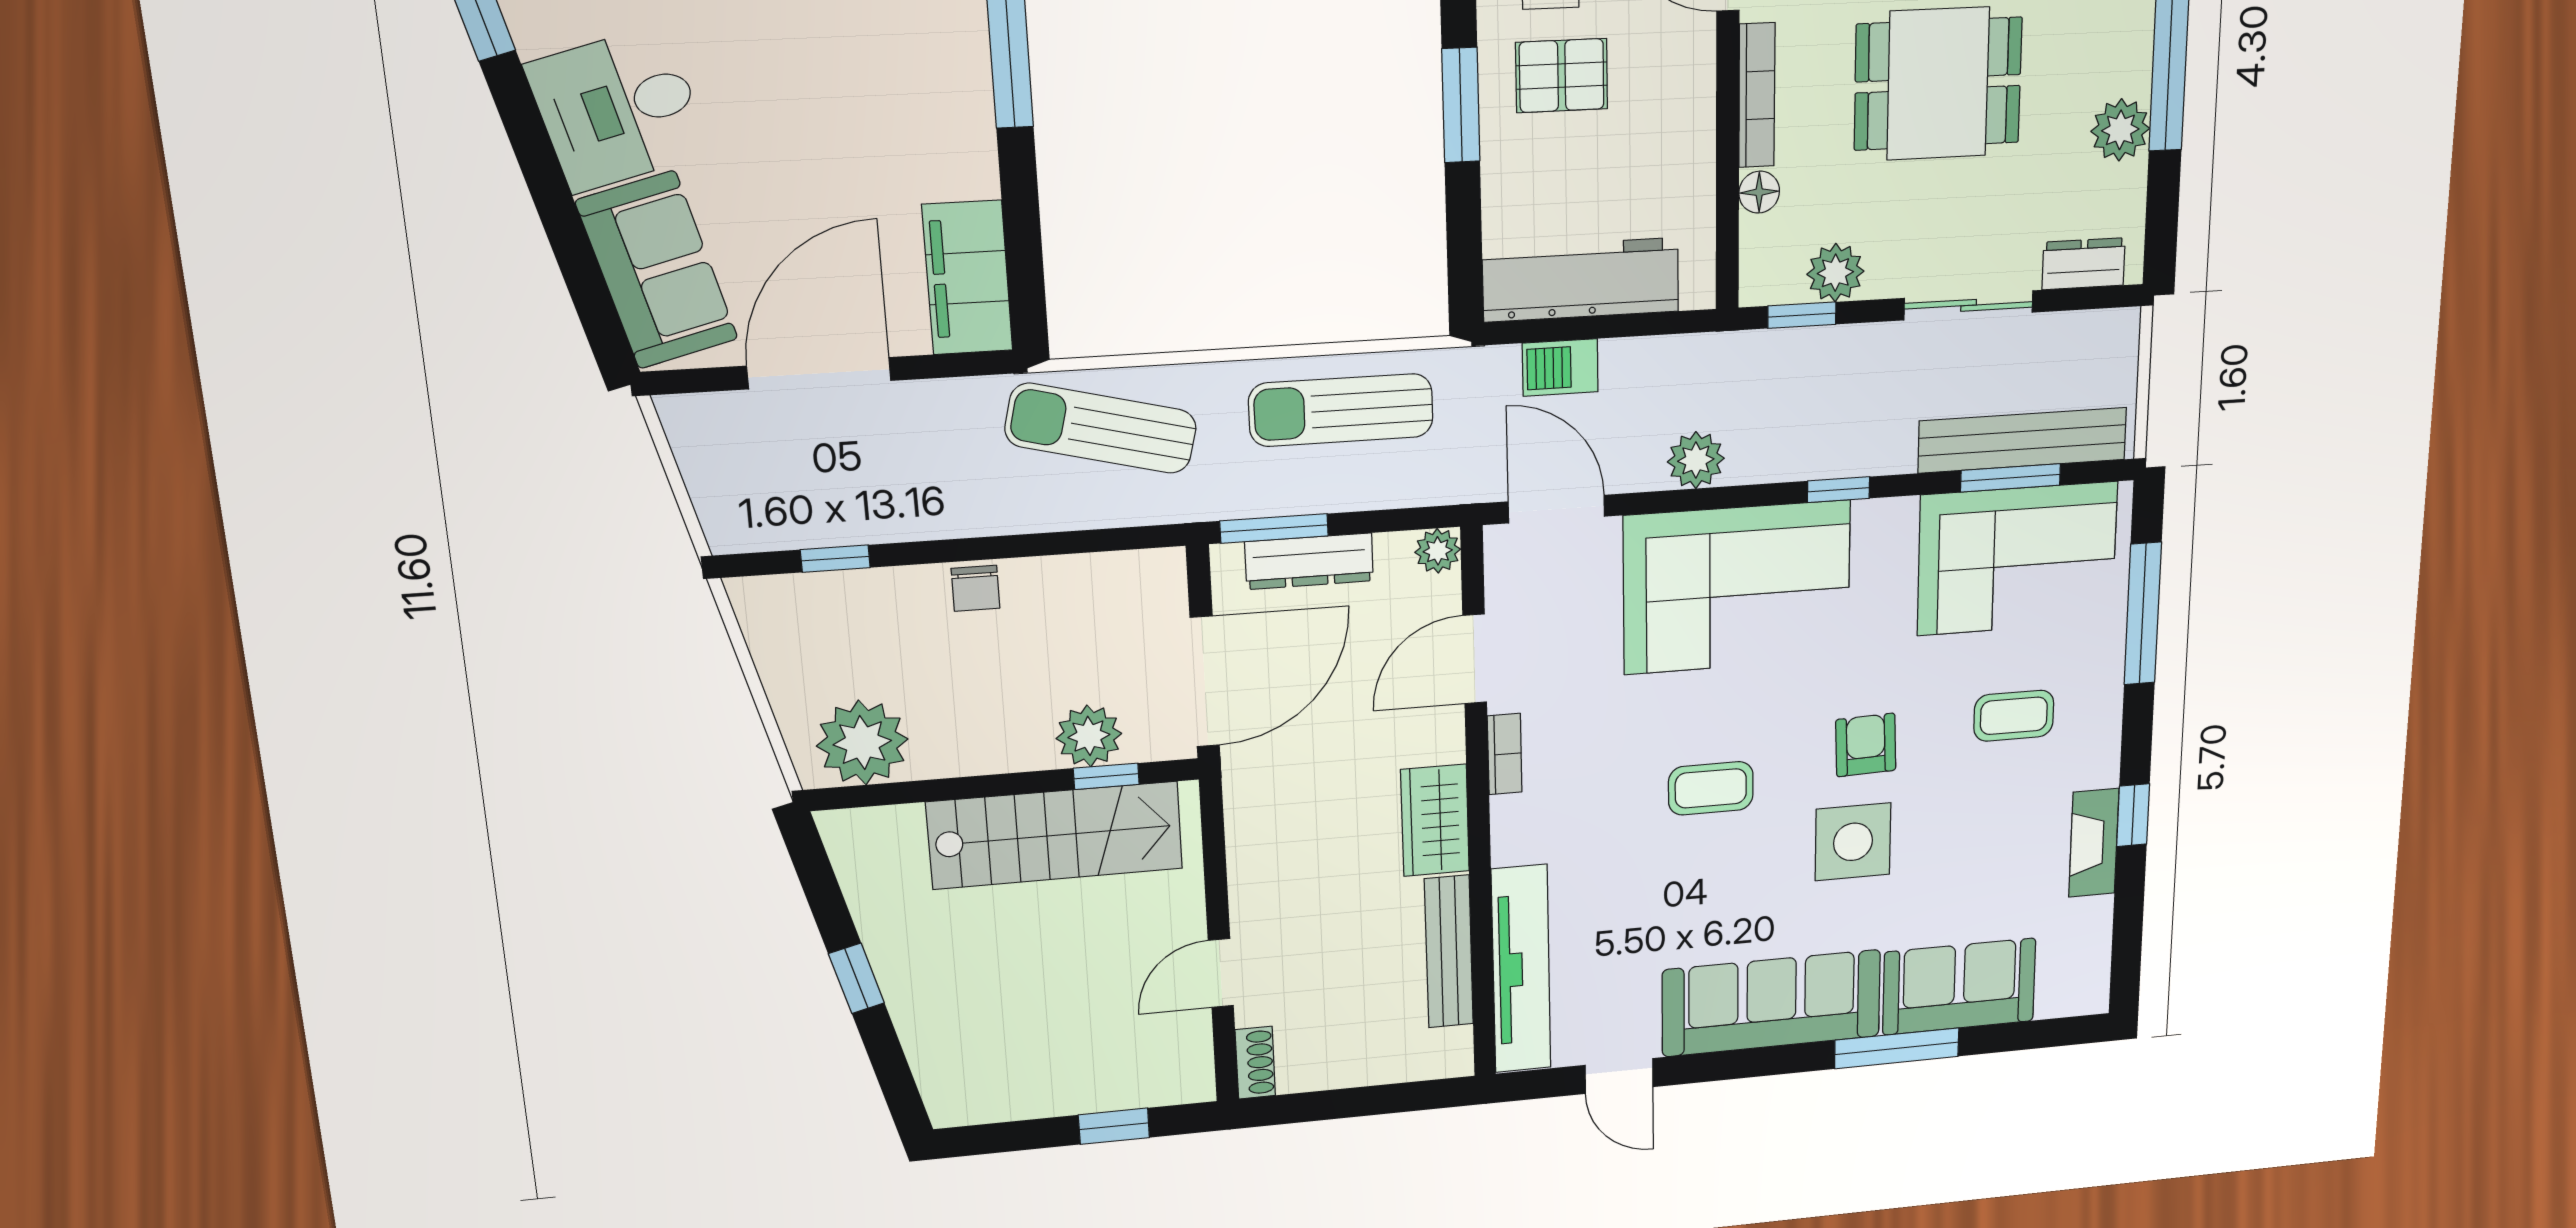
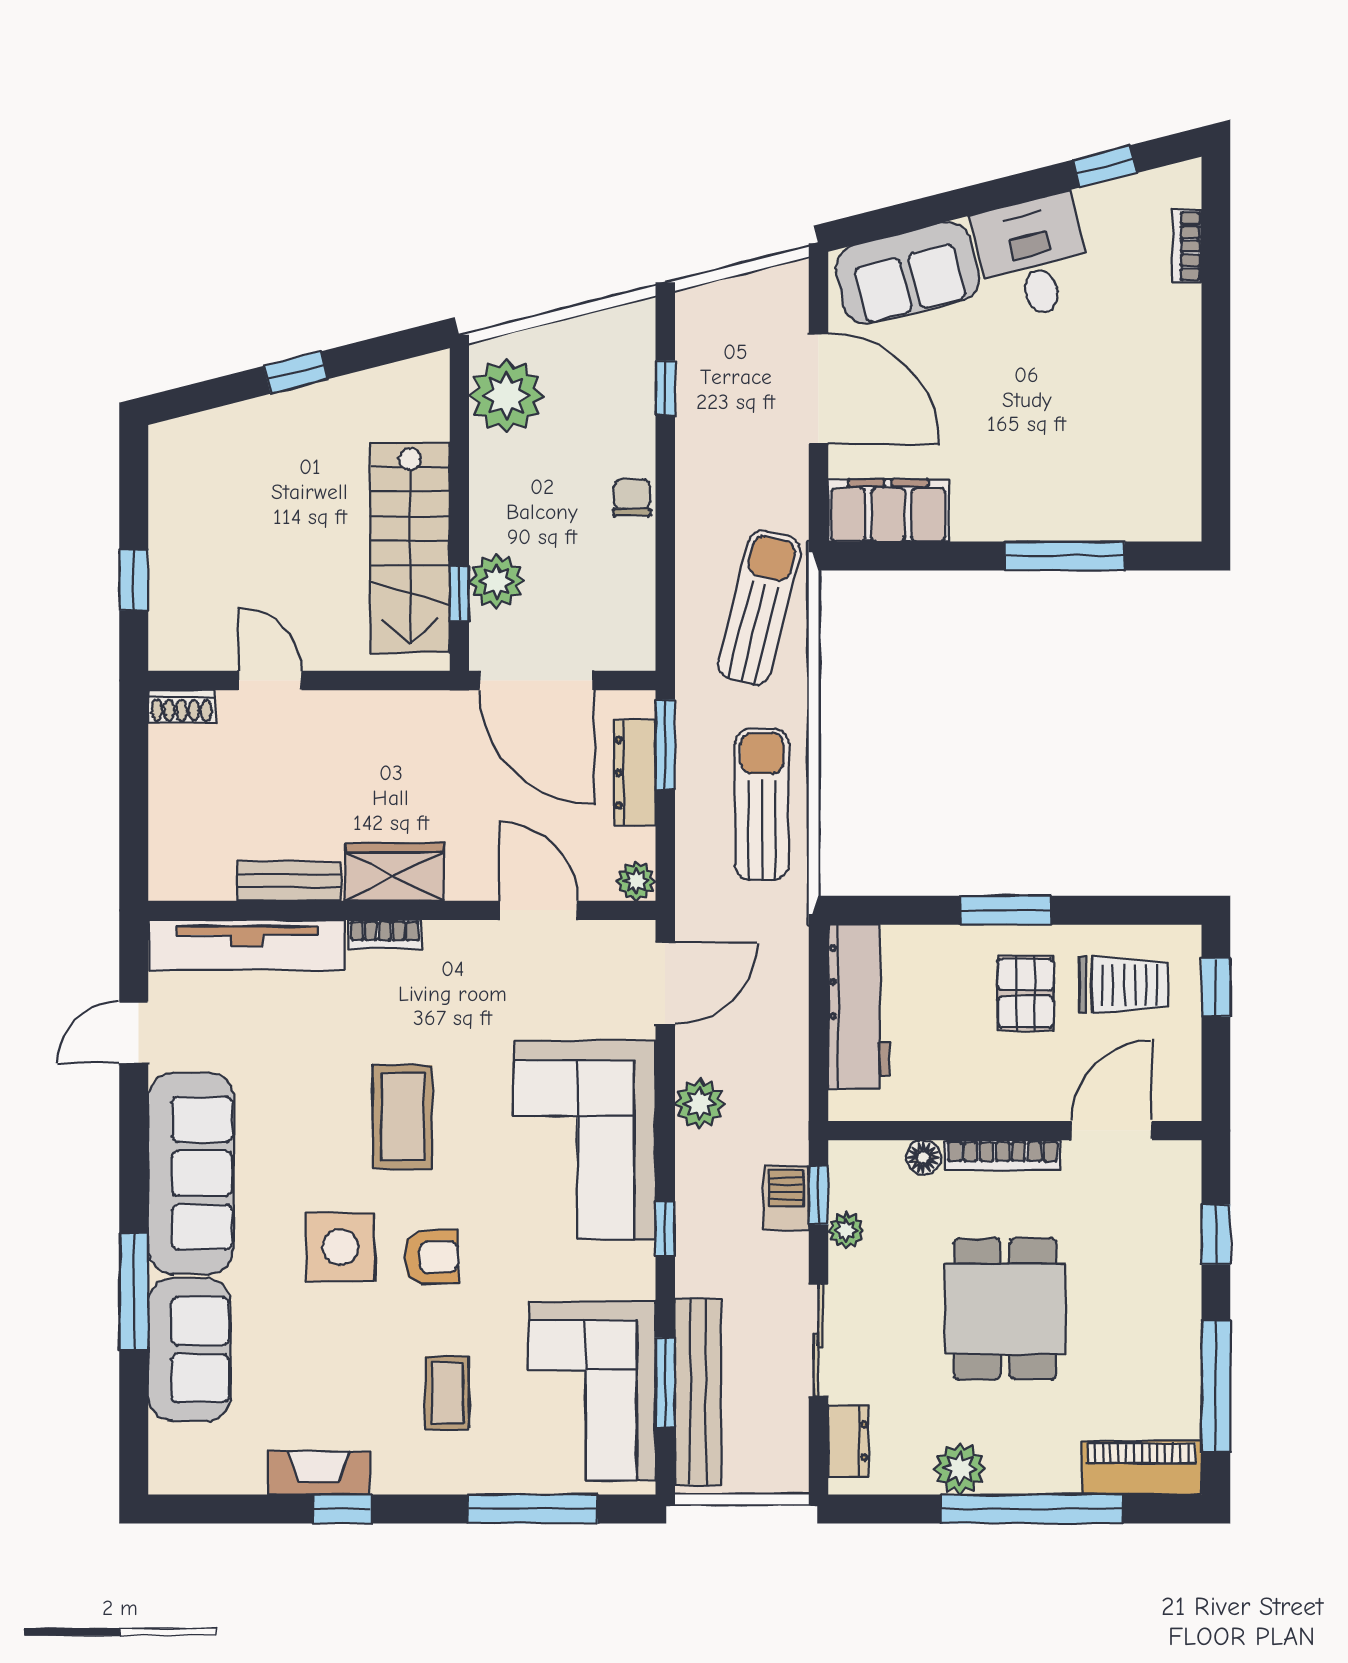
plant: (1835, 273) -> (846, 1230), width x0.73, depth x0.73
barbecue: (1560, 368) -> (786, 1198), moved
chair: (975, 588) -> (632, 498), turned 90
bookcase: (1505, 754) -> (385, 934), moved
coffee table: (1711, 788) -> (403, 1117), width x1.36, depth x1.30
bench: (1449, 952) -> (289, 881), width x0.73

